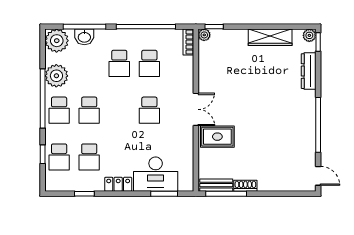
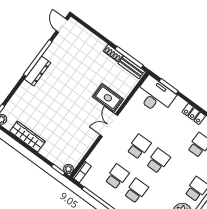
dresser: (309, 71) -> (38, 71), moved
school desk: (89, 110) -> (158, 161), moved
desk: (156, 174) -> (155, 96), moved

